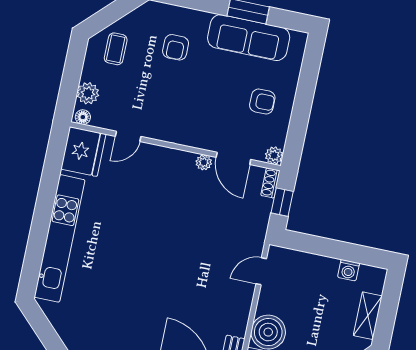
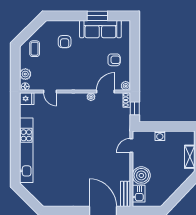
door: (128, 136) -> (50, 92), hinge flipped
fridge: (83, 152) -> (27, 99), width x0.53, depth x0.75
door: (233, 158) -> (105, 92), swing flipped
washing machine: (349, 270) -> (160, 136), moved

